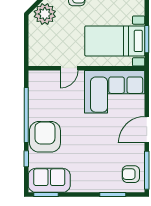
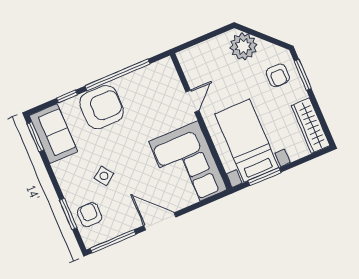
door: (69, 68) -> (193, 101), swing flipped
side table: (96, 156) -> (104, 176), added
armchair: (131, 174) -> (90, 215), moved

